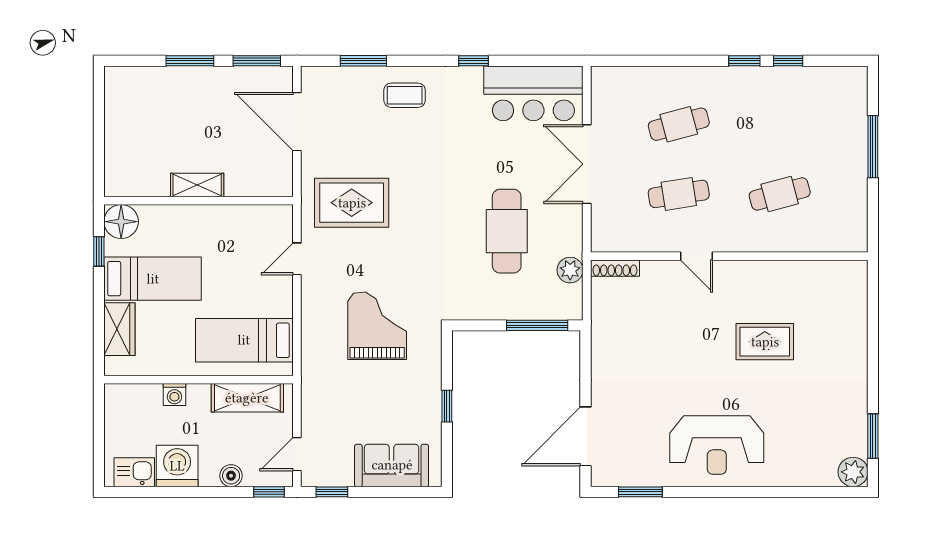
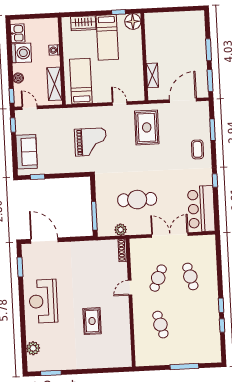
shelving: (197, 185) -> (152, 75), moved
cafe table: (679, 194) -> (158, 278), turned 33
window: (447, 406) -> (38, 177), moved
plant: (853, 472) -> (33, 348), moved

